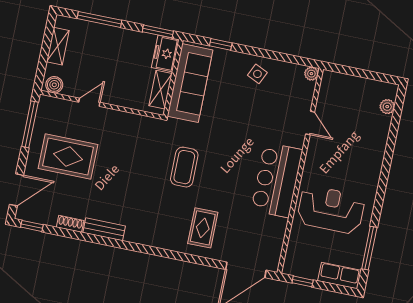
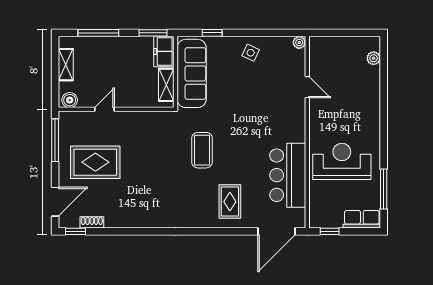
bar counter: (277, 180) -> (288, 175), moved
shoe rack: (70, 224) -> (92, 222), moved
bench: (104, 229) -> (141, 221), removed

